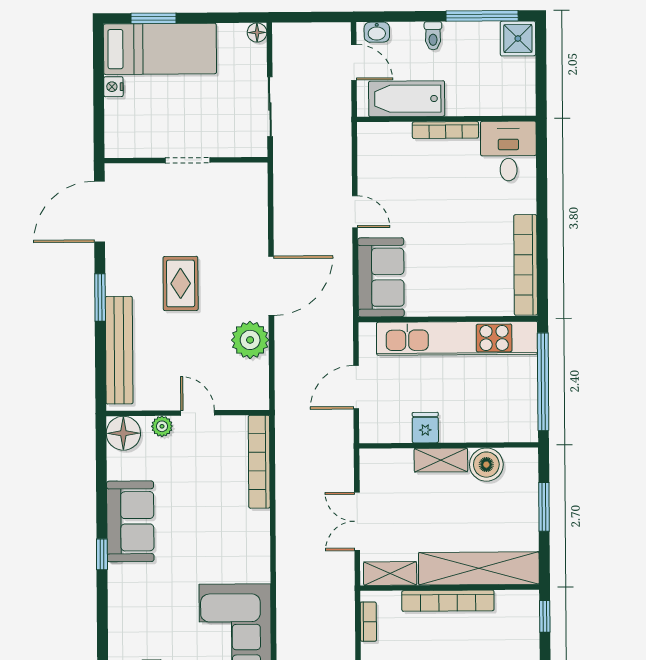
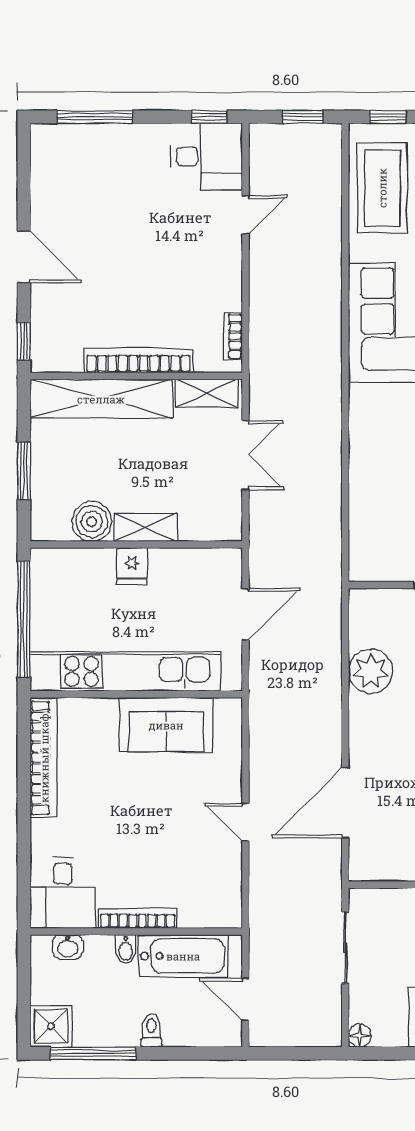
washbasin: (377, 32) -> (68, 947), moved, turned 180
bidet: (455, 104) -> (126, 949), added
sofa: (381, 277) -> (166, 725), moved, turned -90
door: (271, 286) -> (345, 803), moved
fridge: (425, 428) -> (132, 566), moved
bookcase: (259, 462) -> (361, 527), removed

